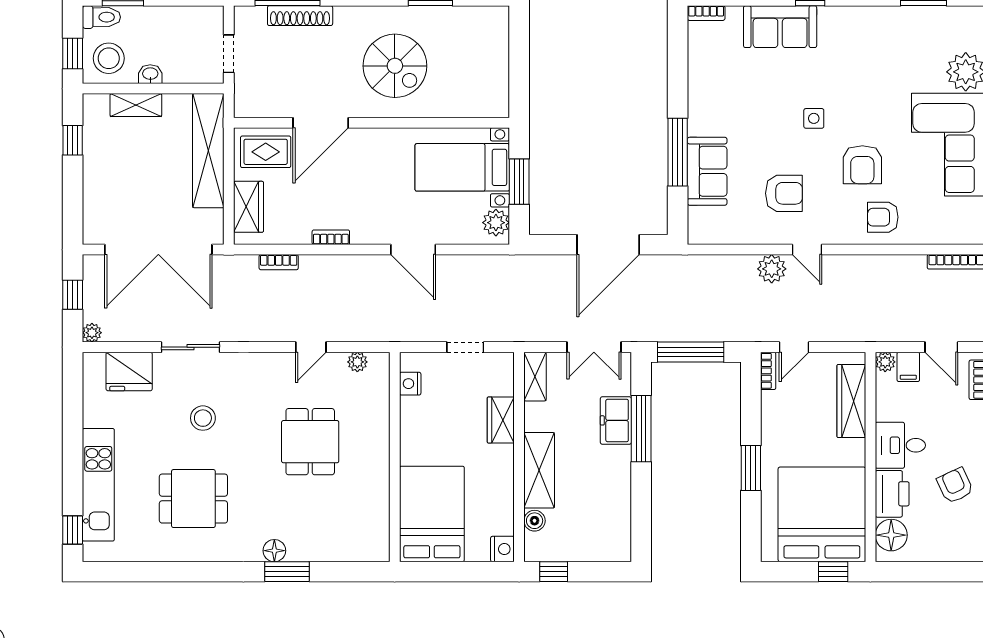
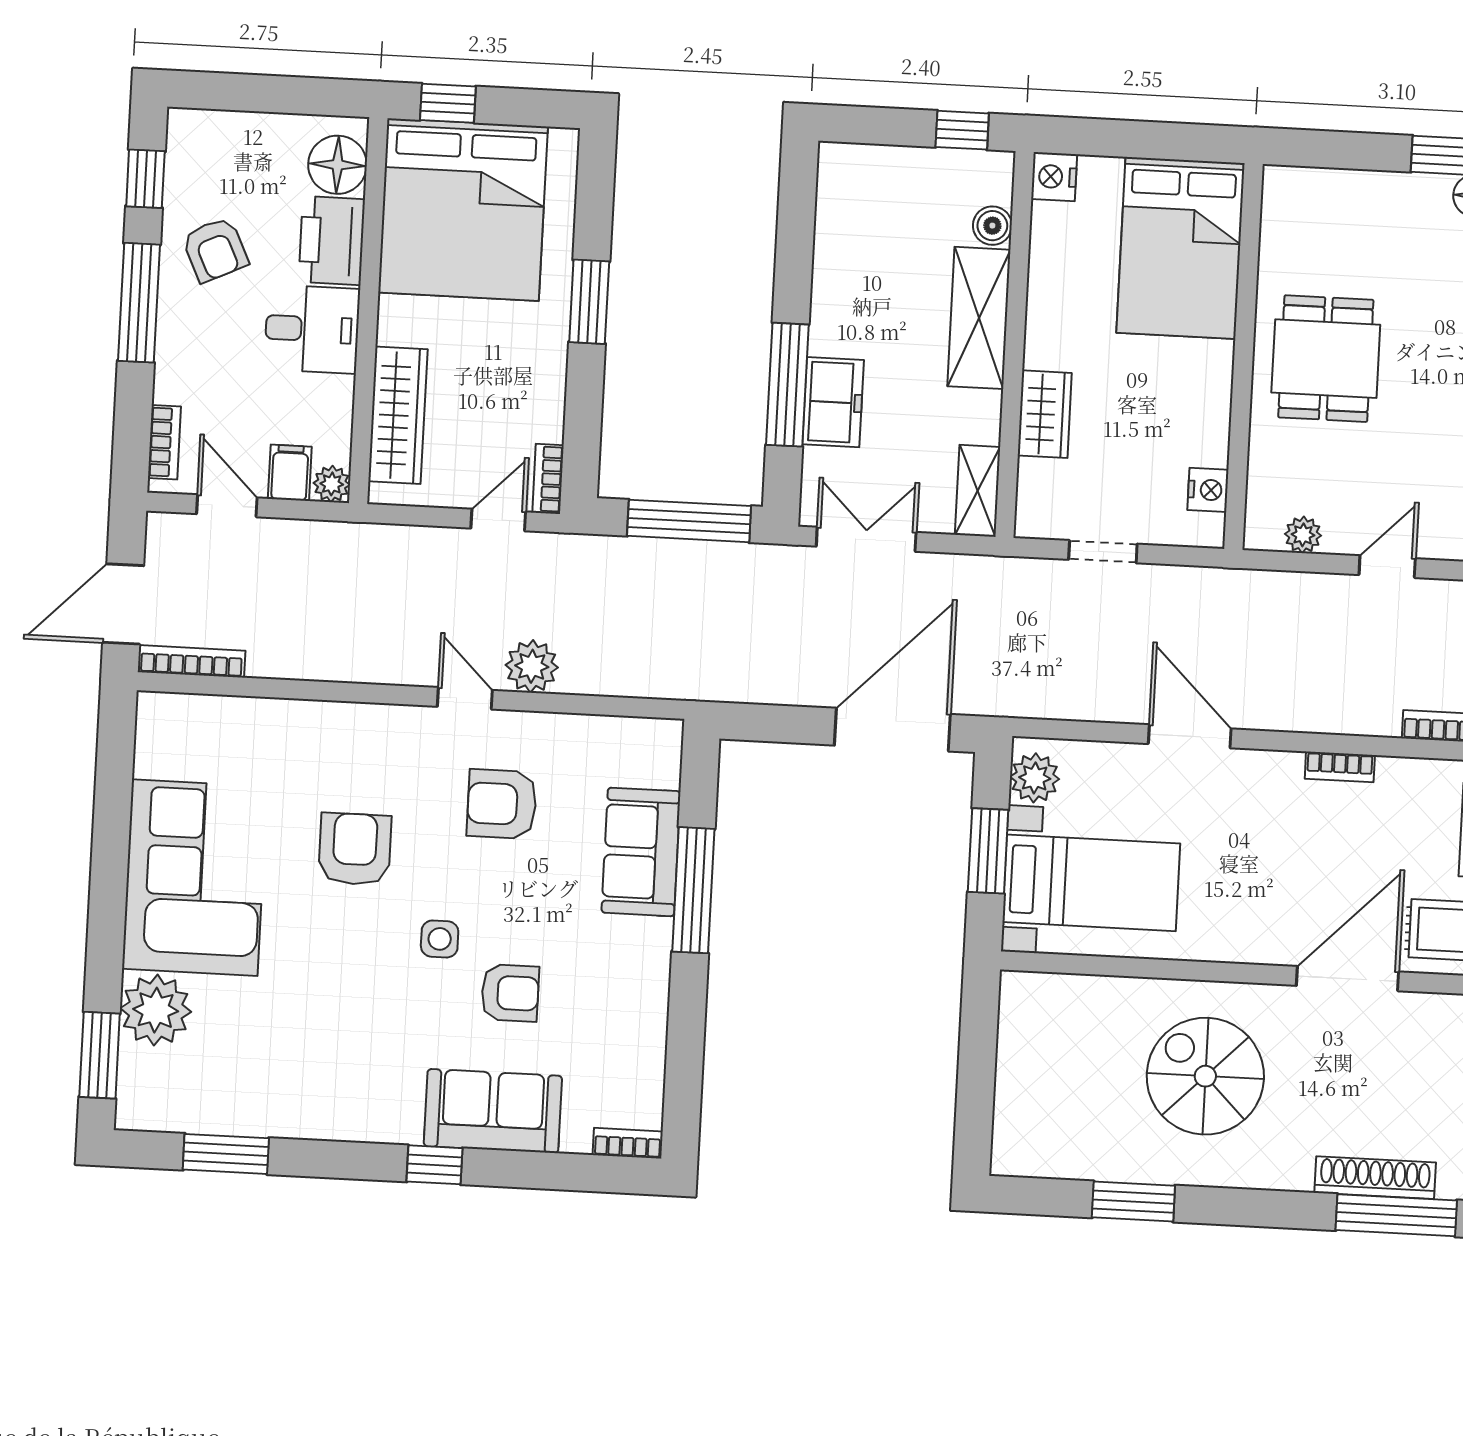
armchair: (883, 217) -> (510, 993), moved
door: (608, 245) -> (892, 730), moved
dining table: (310, 442) -> (1326, 359), moved

